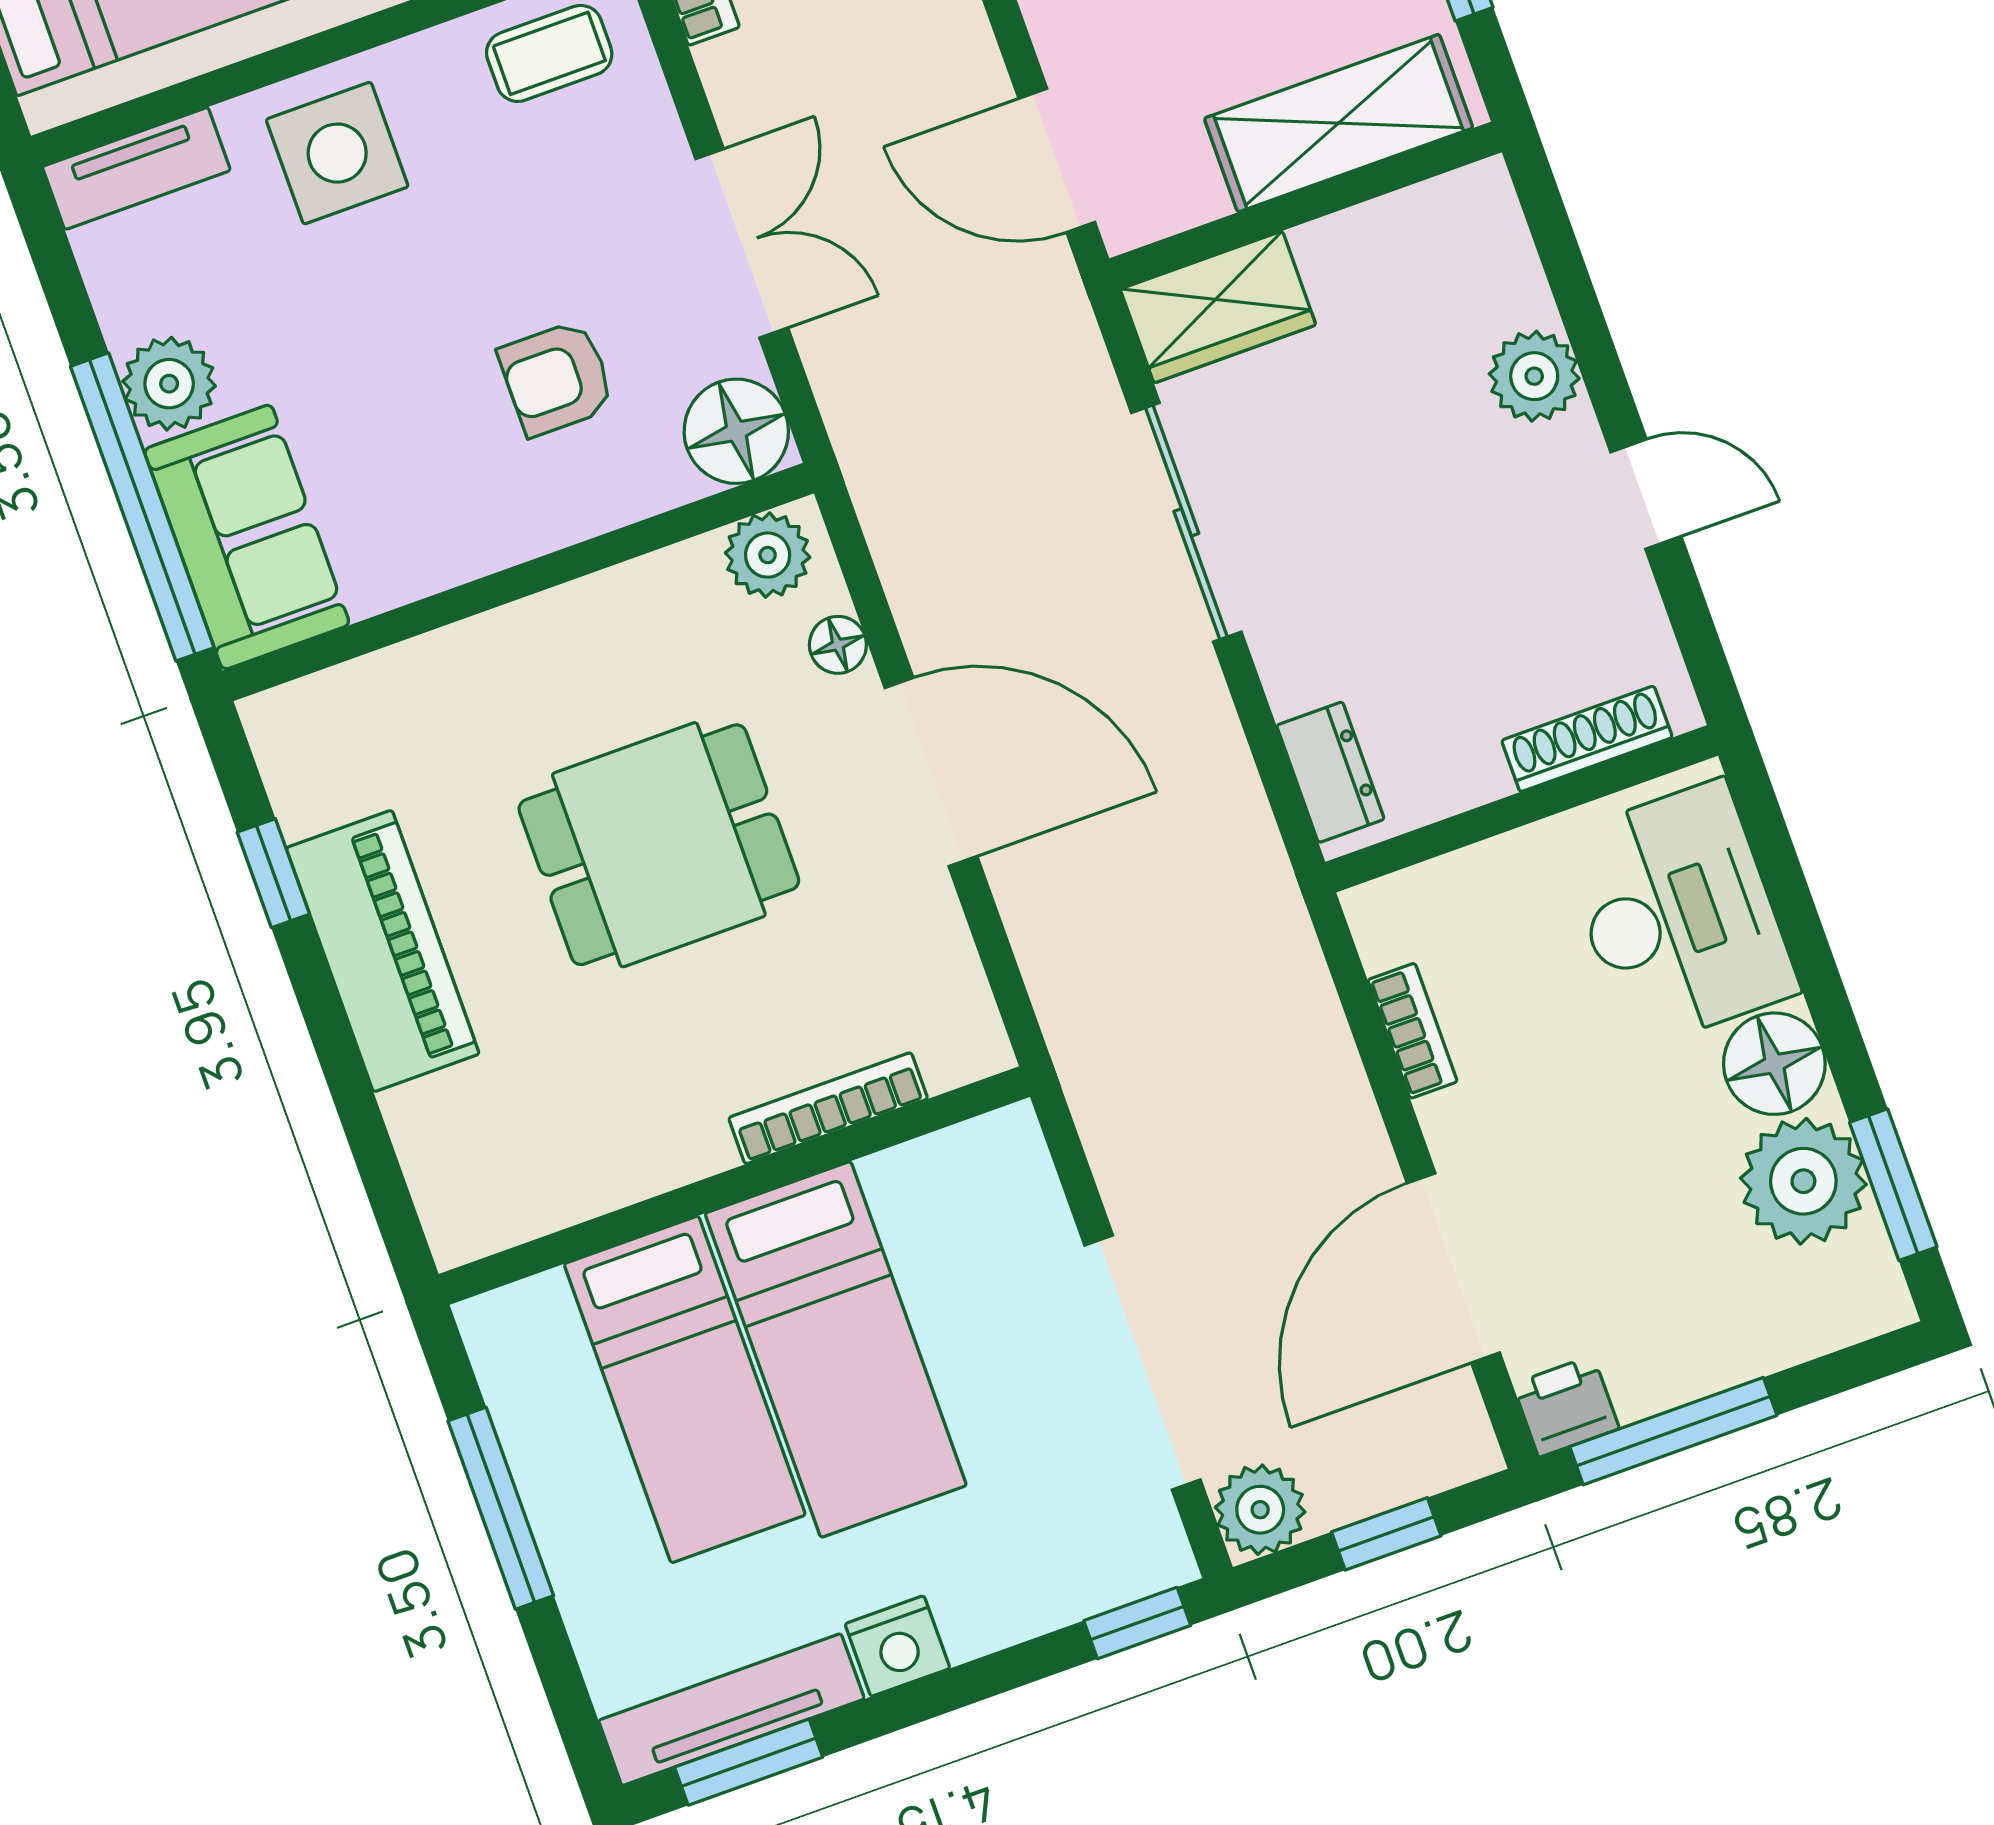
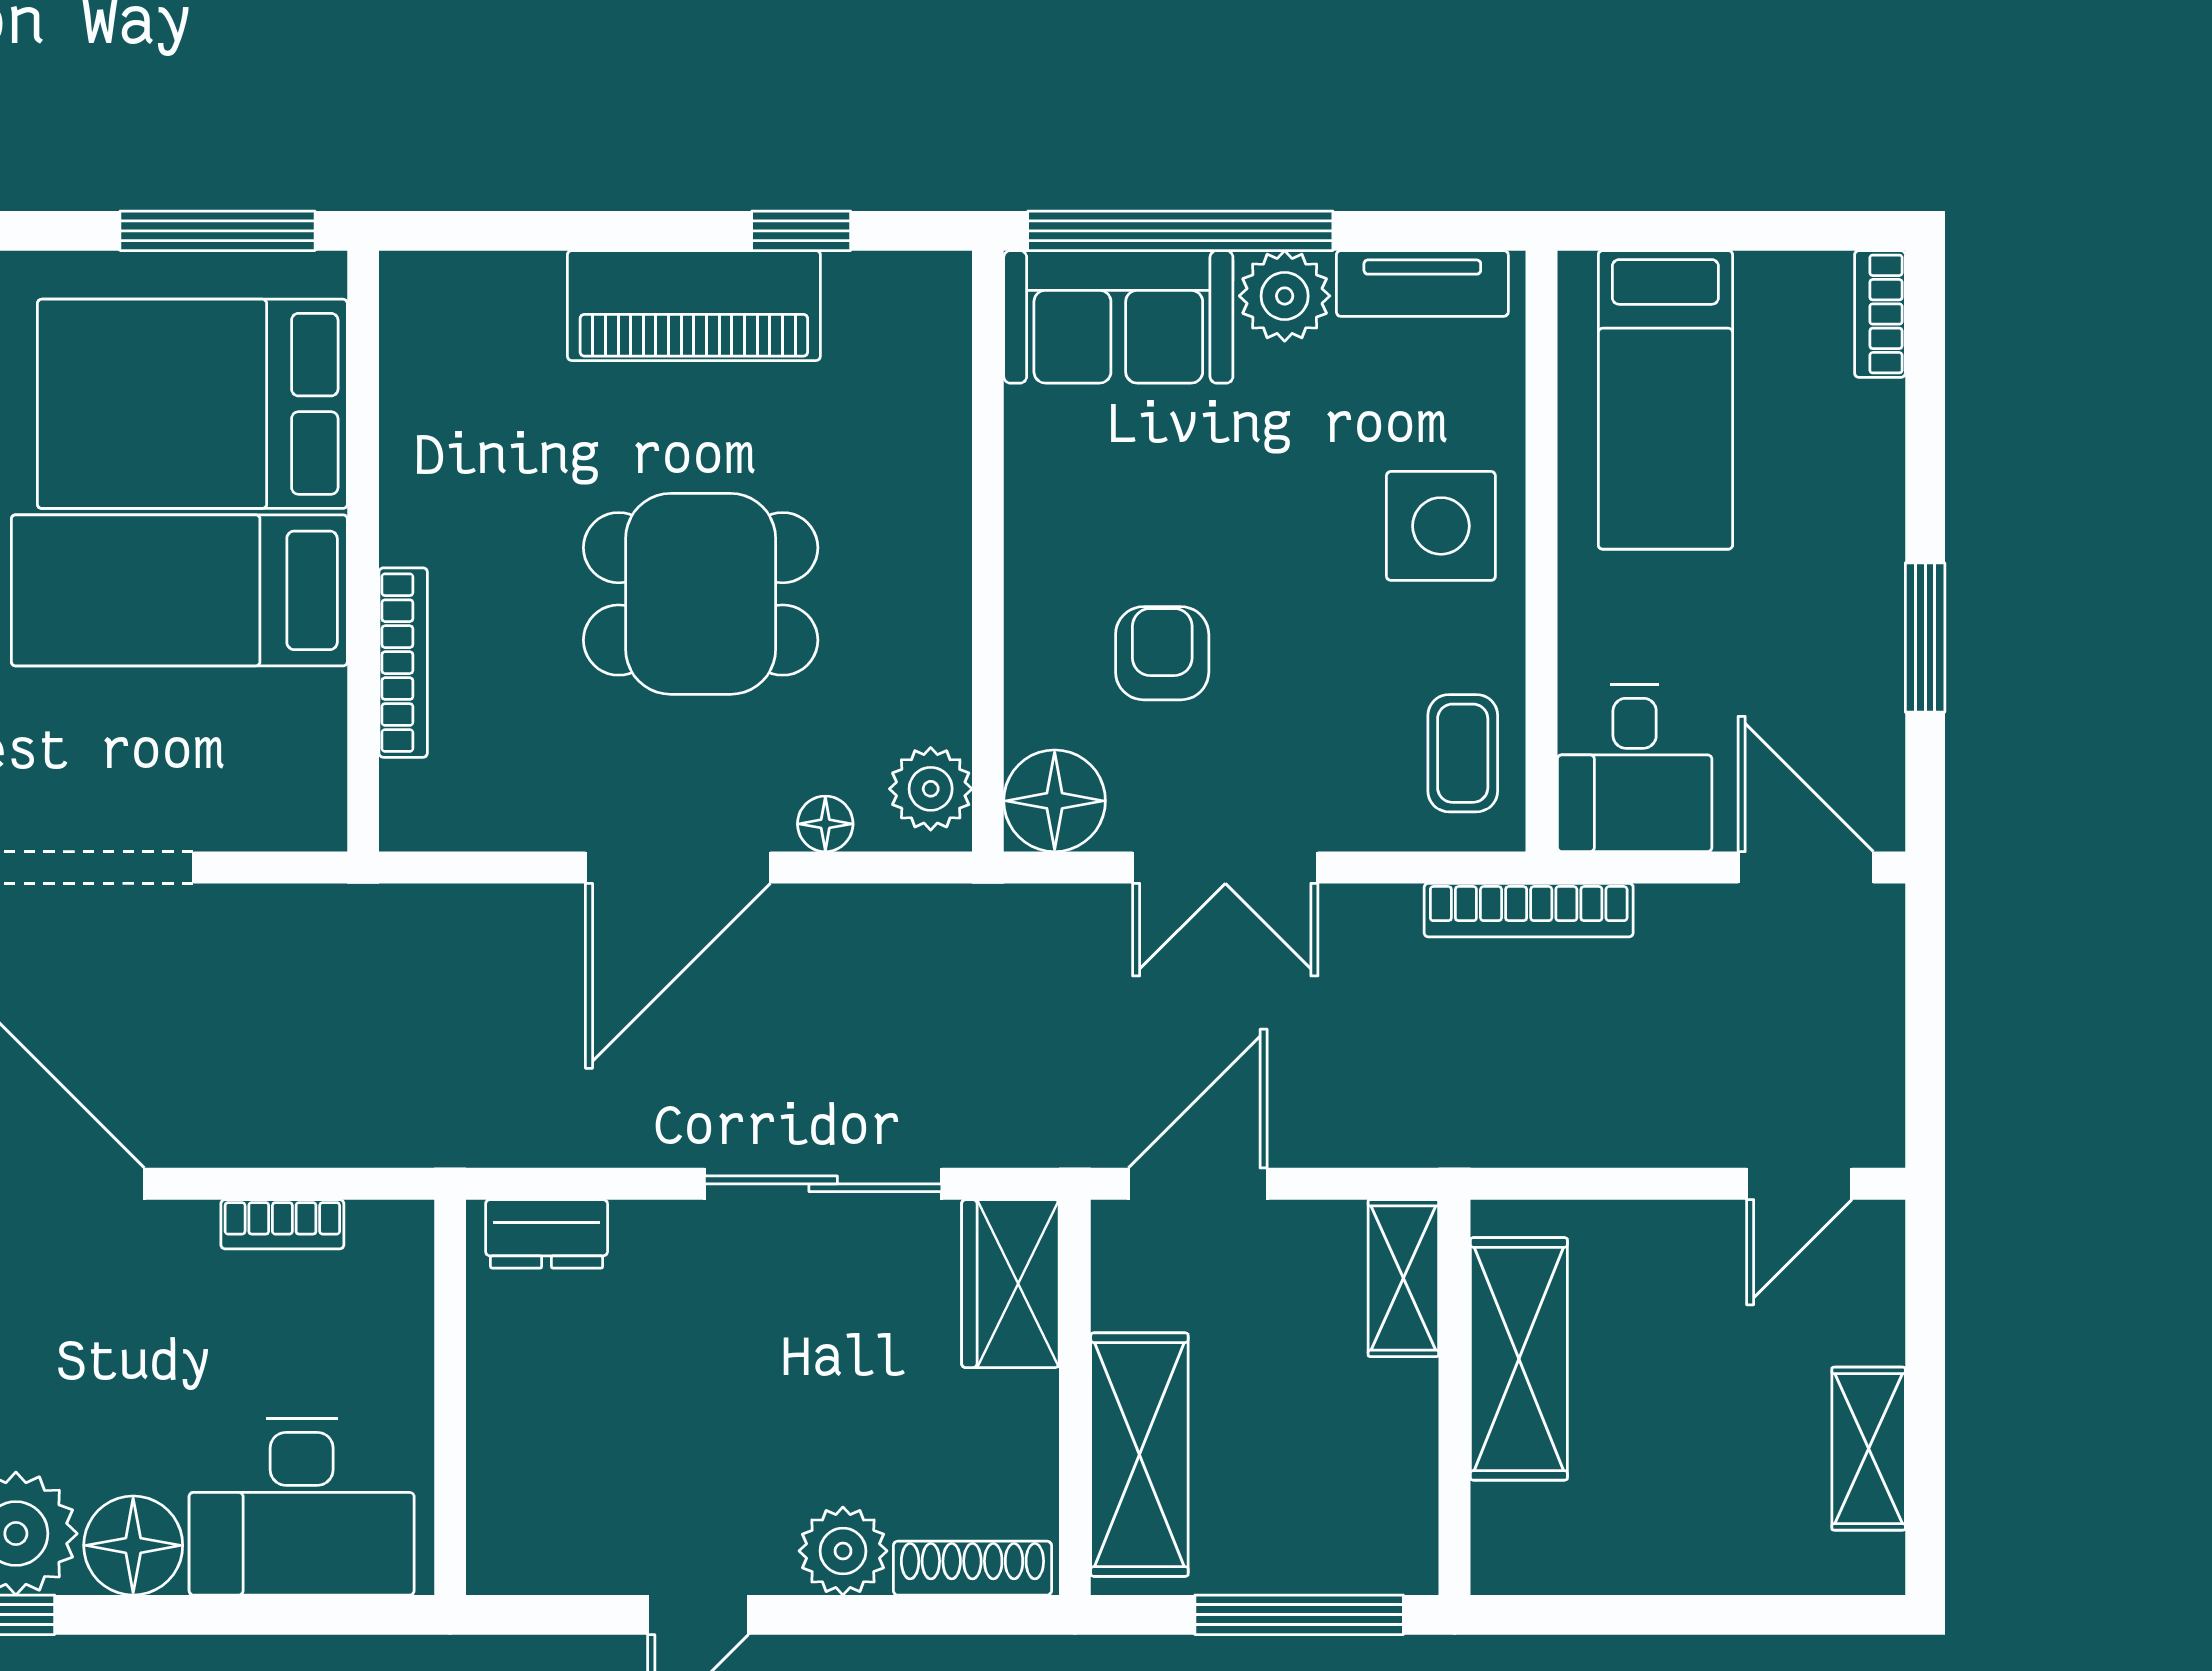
tv unit: (136, 168) -> (1422, 283), moved, turned -90
shoe rack: (1587, 739) -> (972, 1568), moved, turned -90
dining table: (659, 845) -> (701, 594), turned 90
bed: (685, 1389) -> (192, 404), width x1.50
window: (501, 1508) -> (218, 231), moved

